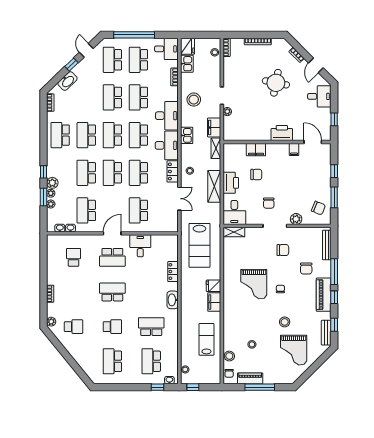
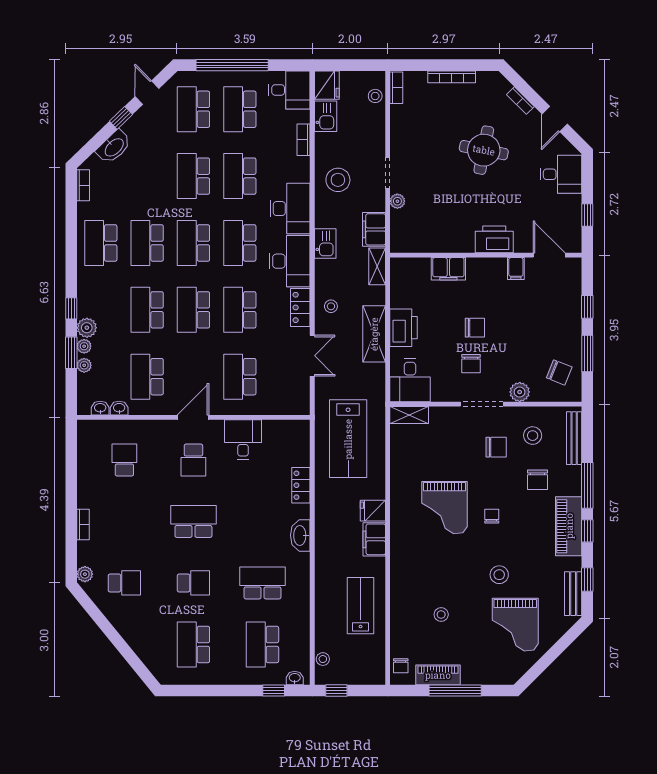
chair: (256, 174) -> (475, 328), moved
school desk: (112, 257) -> (193, 460), width x0.54
stool: (229, 356) -> (533, 436), moved

